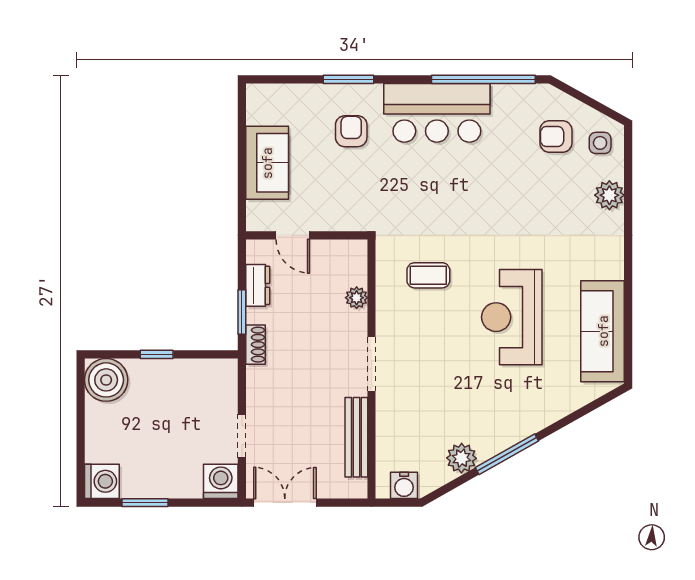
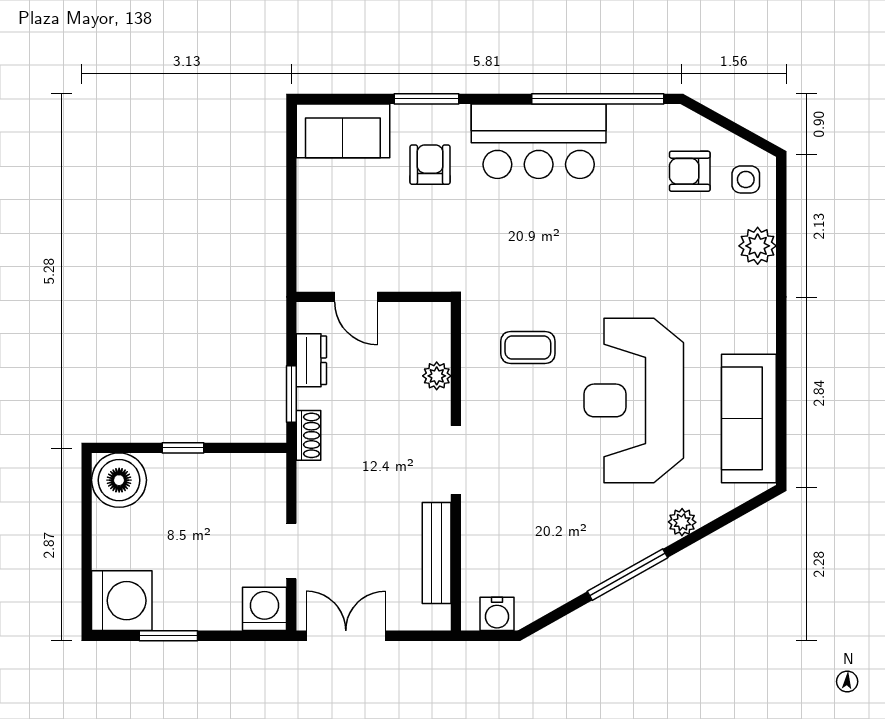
sofa: (267, 163) -> (343, 131), moved, turned 90
reception desk: (512, 317) -> (634, 400), width x1.36, depth x1.30
plant: (462, 458) -> (682, 522), moved, width x0.73, depth x0.73
washing machine: (102, 481) -> (122, 601), width x1.37, depth x1.37

